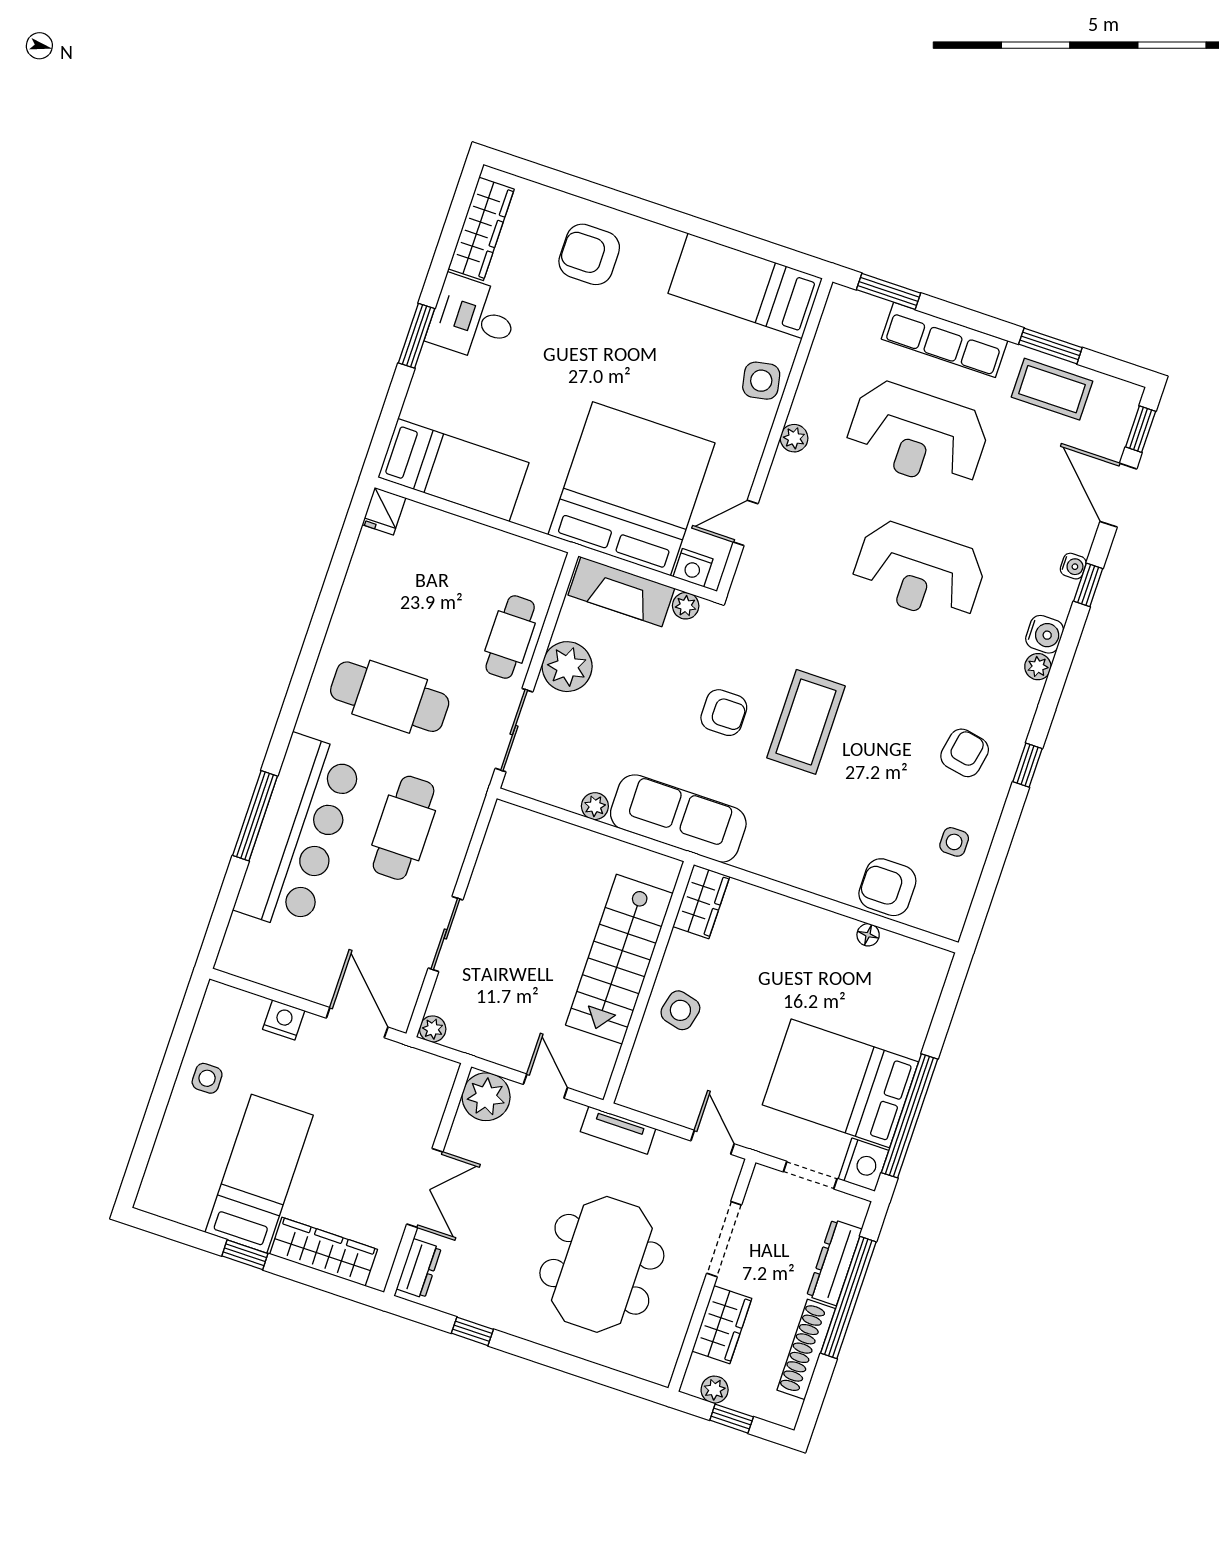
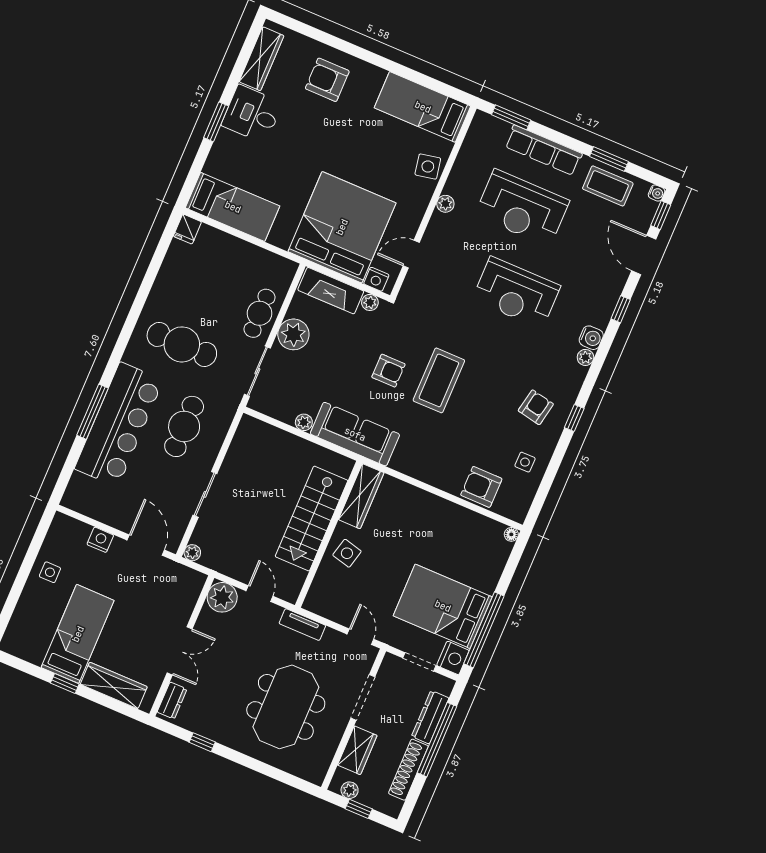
water cooler: (1073, 566) -> (657, 193), moved
wardrobe: (701, 902) -> (361, 496), width x1.50
floor lamp: (868, 935) -> (511, 534), moved

